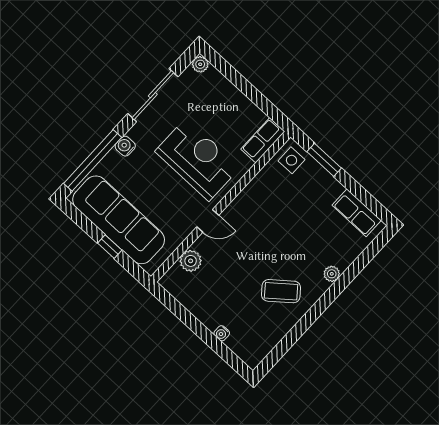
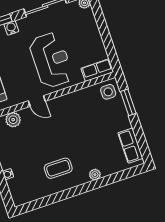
coffee table: (281, 291) -> (58, 168), turned -51

